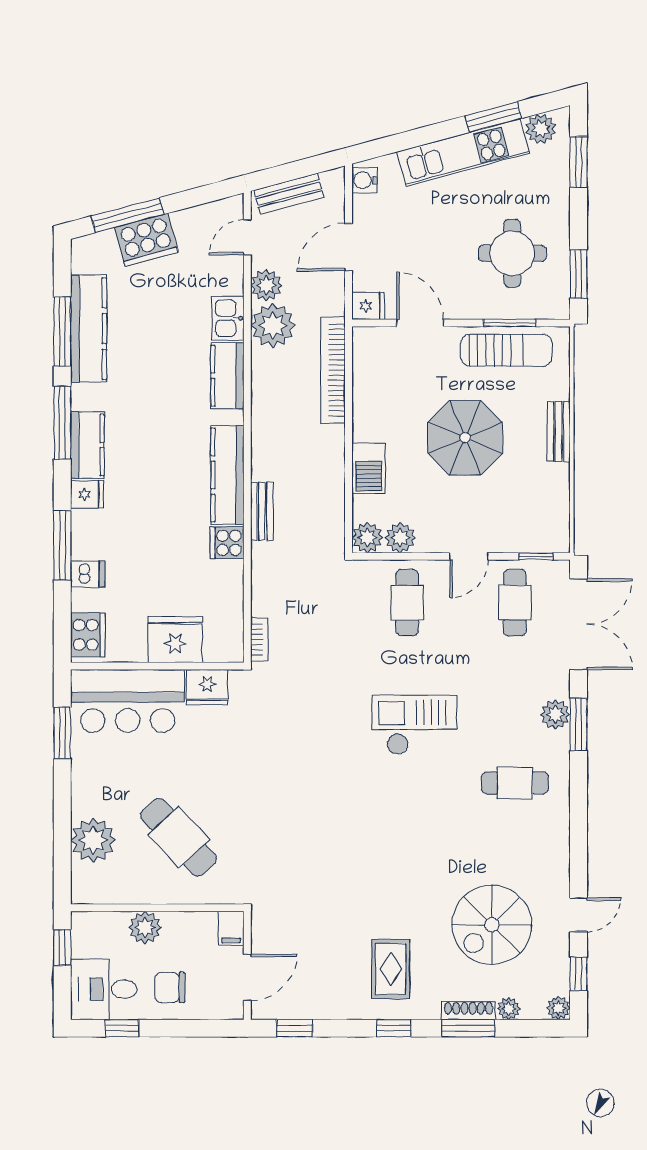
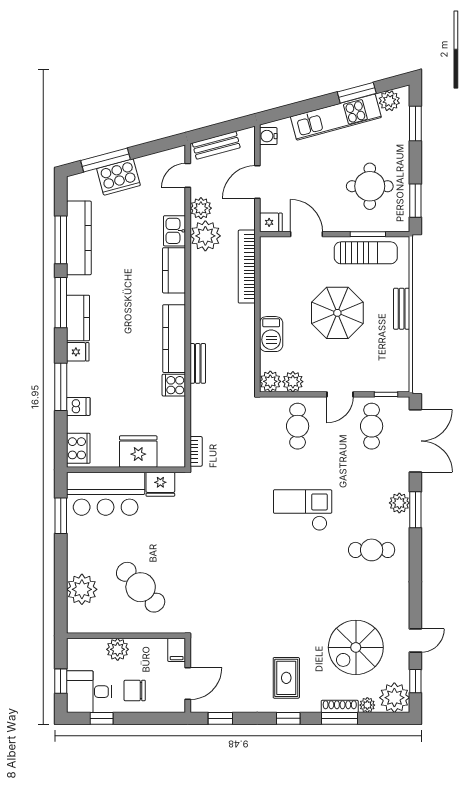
window: (62, 948) -> (61, 681), moved
plant: (558, 1008) -> (394, 698), width x1.88, depth x1.88

